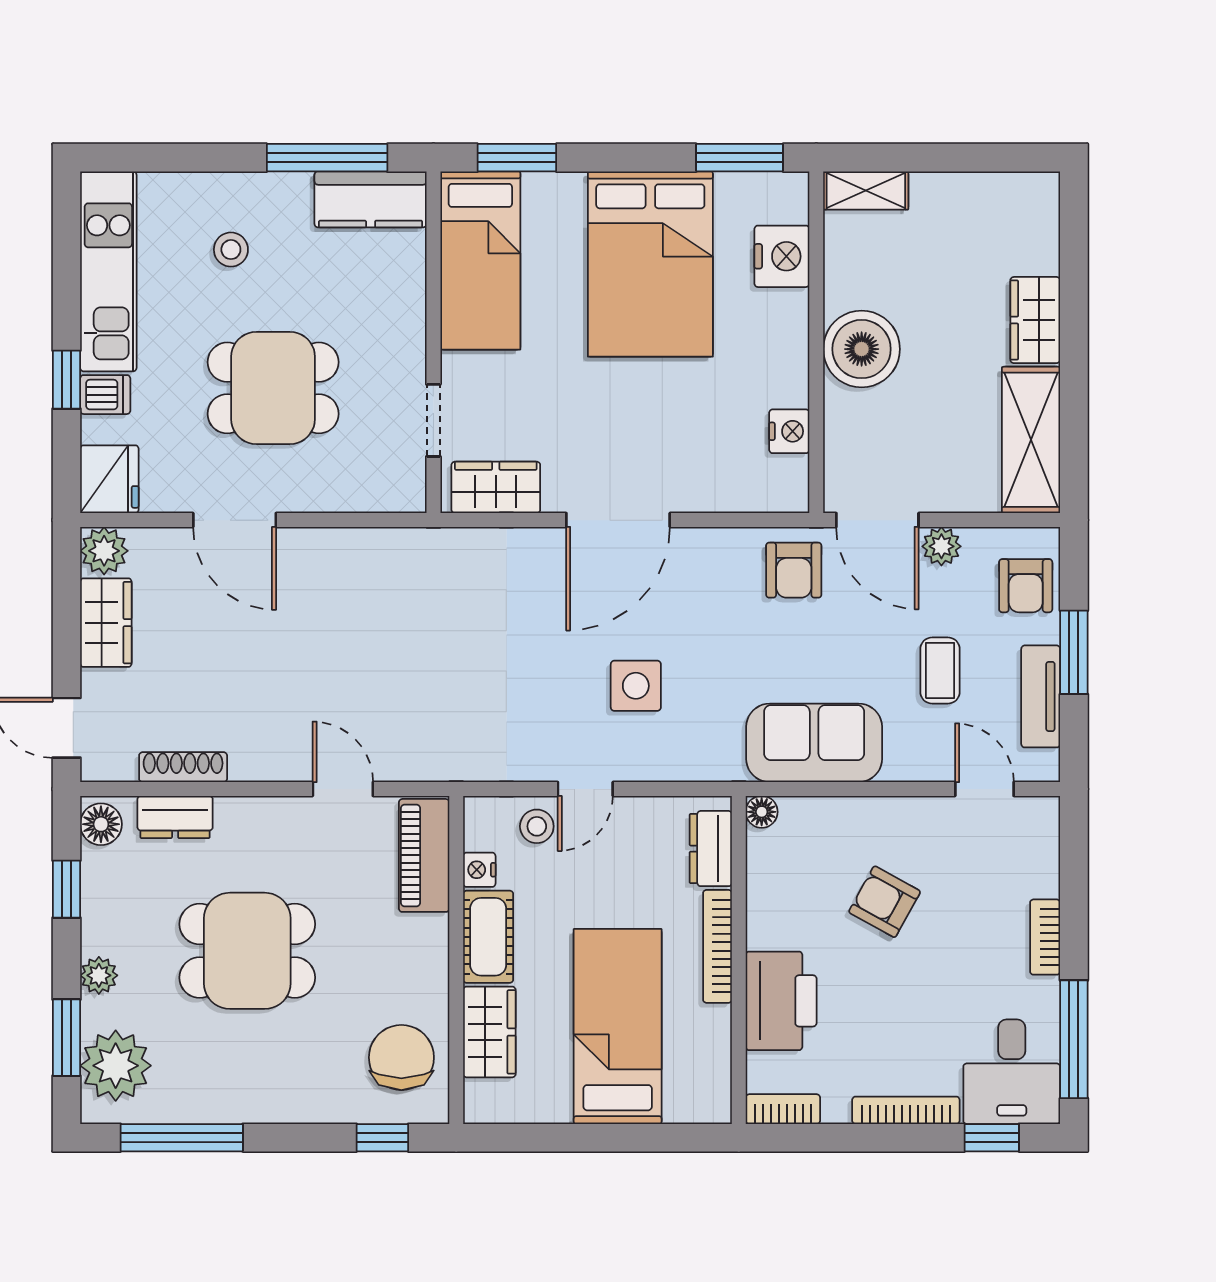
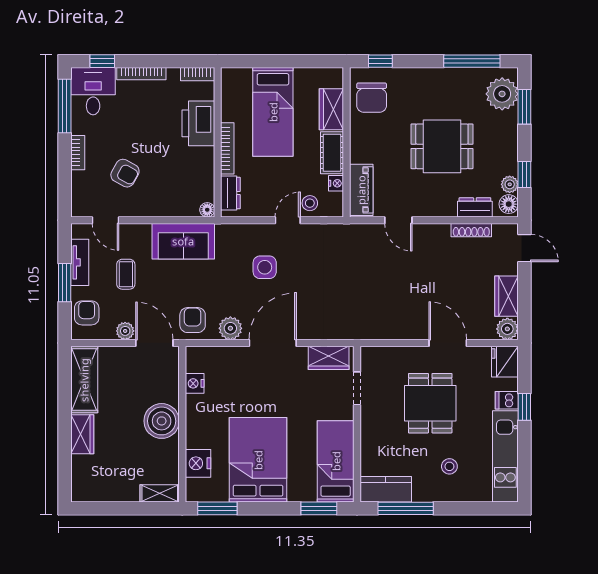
dining table: (273, 388) -> (430, 403), turned 90
plant: (711, 552) -> (230, 328), added
armchair: (885, 902) -> (125, 173), moved
plant: (99, 975) -> (510, 184), moved

